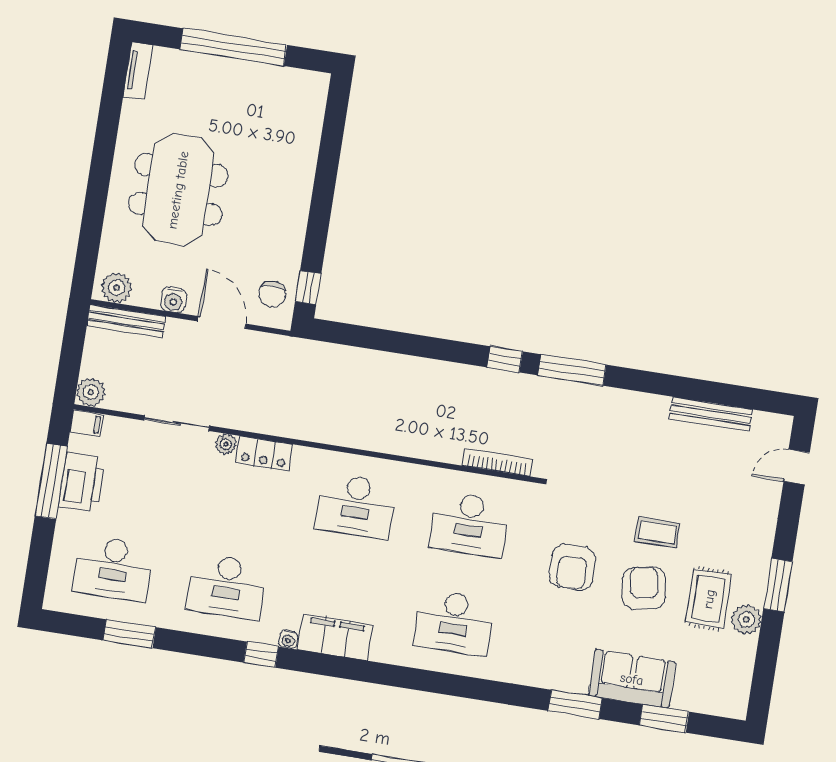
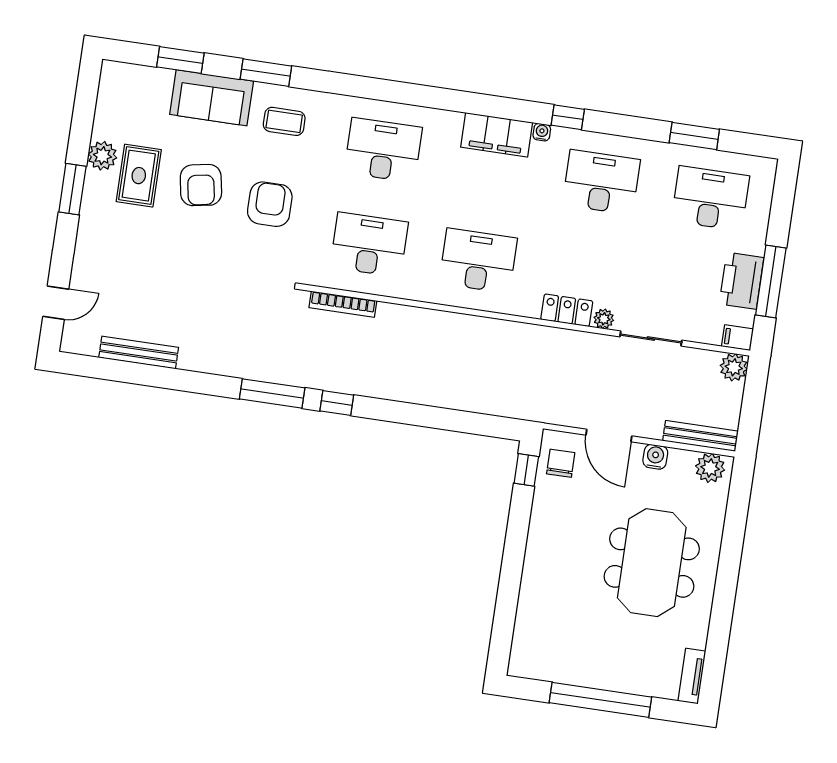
coffee table: (658, 532) -> (284, 121), moved

